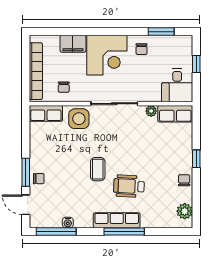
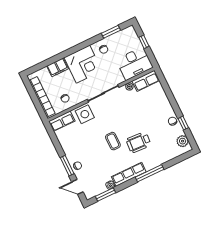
desk: (177, 85) -> (134, 63), width x1.37
window: (196, 159) -> (183, 123), moved
row of seats: (117, 220) -> (129, 174), moved
window: (56, 231) -> (105, 195), width x0.69

